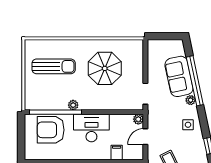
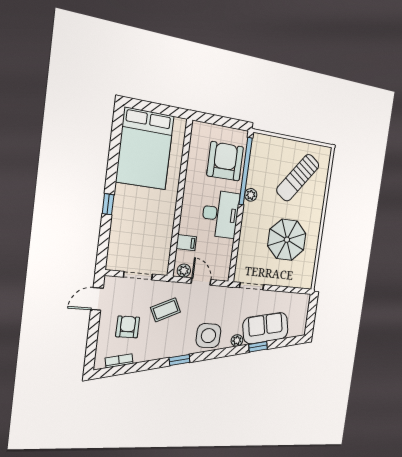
sun lounger: (54, 66) -> (298, 178), turned 36
window: (195, 81) -> (258, 347), width x0.32
plant: (138, 119) -> (184, 271), moved
side table: (188, 125) -> (208, 336), width x1.87, depth x1.87

